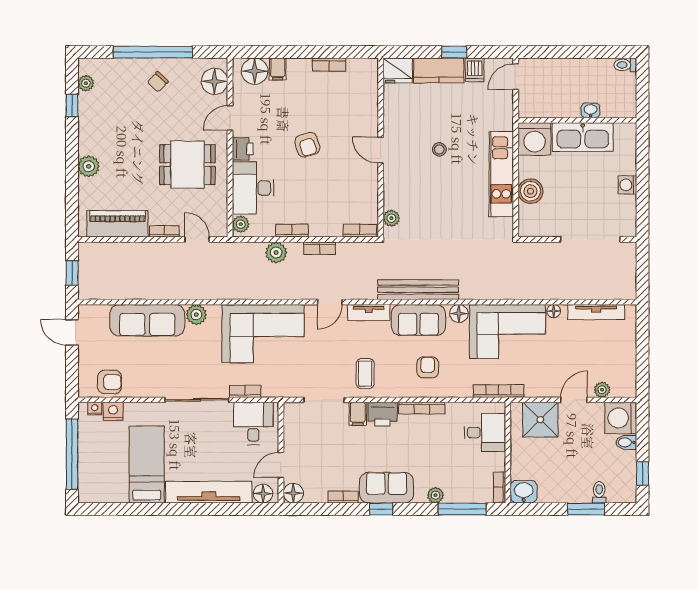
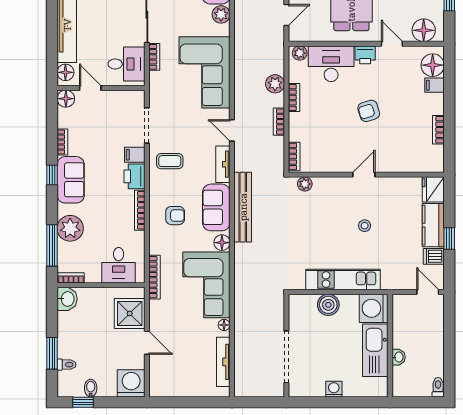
plant: (602, 390) -> (156, 367), removed
bidet: (626, 442) -> (91, 388), moved
plant: (435, 495) -> (70, 228), width x1.88, depth x1.88

